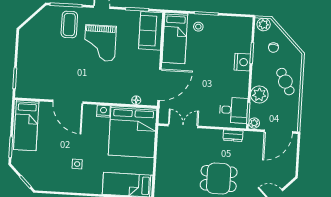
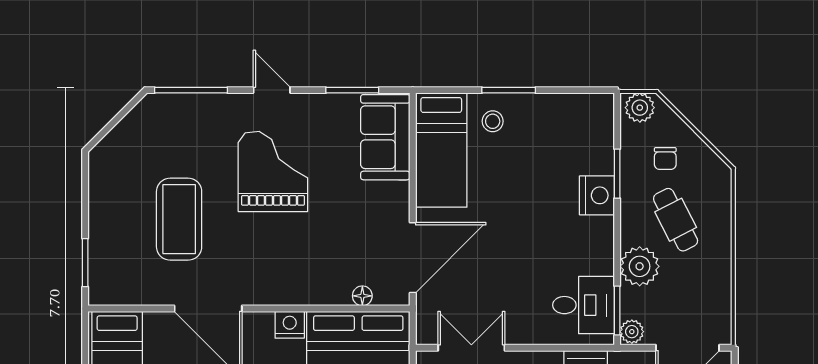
coffee table: (69, 25) -> (179, 219), moved, width x1.36, depth x1.32
grand piano: (100, 43) -> (273, 171), turned 180
cafe table: (285, 82) -> (676, 220), moved

